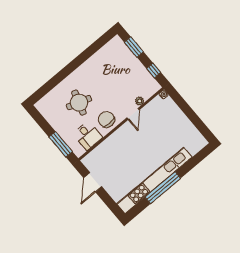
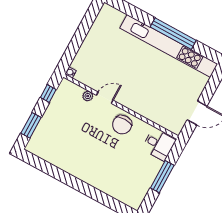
round table: (79, 103) -> (115, 162), removed
desk: (88, 136) -> (159, 145), moved, turned 90
window: (61, 144) -> (162, 177), moved

